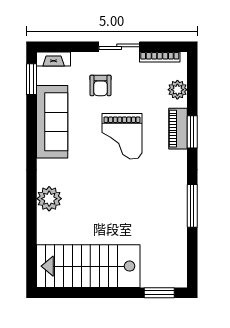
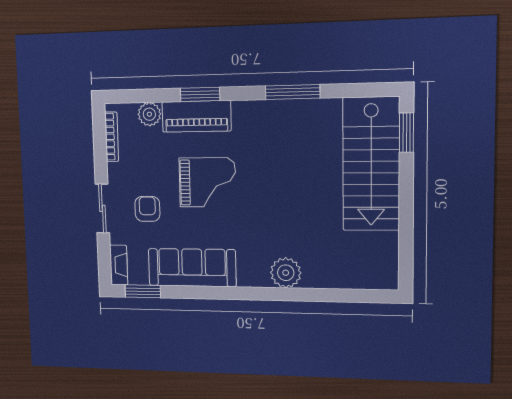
sliding door: (119, 47) -> (102, 208), moved
armchair: (100, 85) -> (147, 209), turned -90
piano: (178, 129) -> (196, 116), width x1.37, depth x1.33
stairs: (88, 266) -> (371, 164), moved

